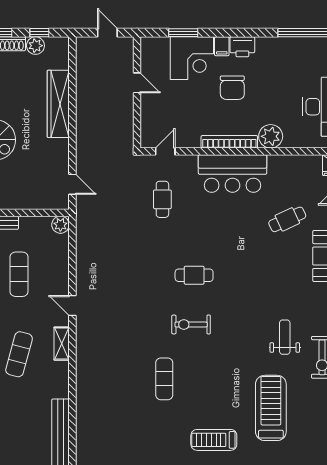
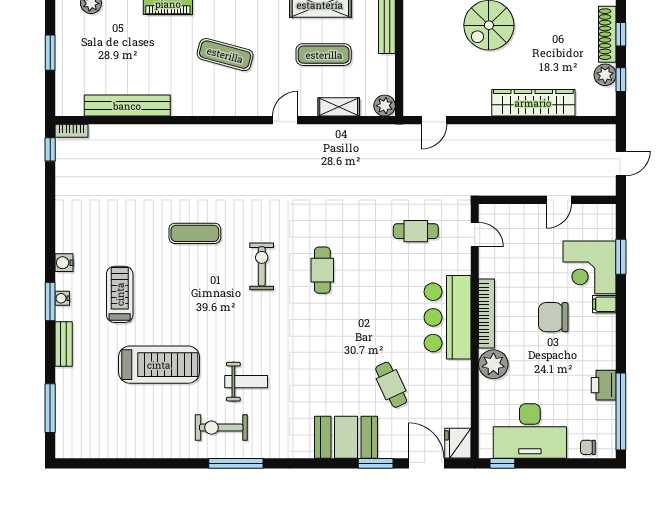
printer: (242, 47) -> (604, 385), moved
shelving: (62, 344) -> (339, 107), moved

